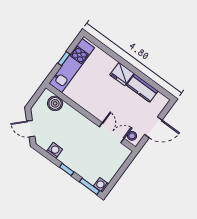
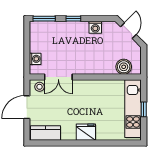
kitchen counter: (142, 88) -> (46, 133), moved
door: (31, 129) -> (128, 31), hinge flipped
washing machine: (101, 185) -> (35, 59), moved

